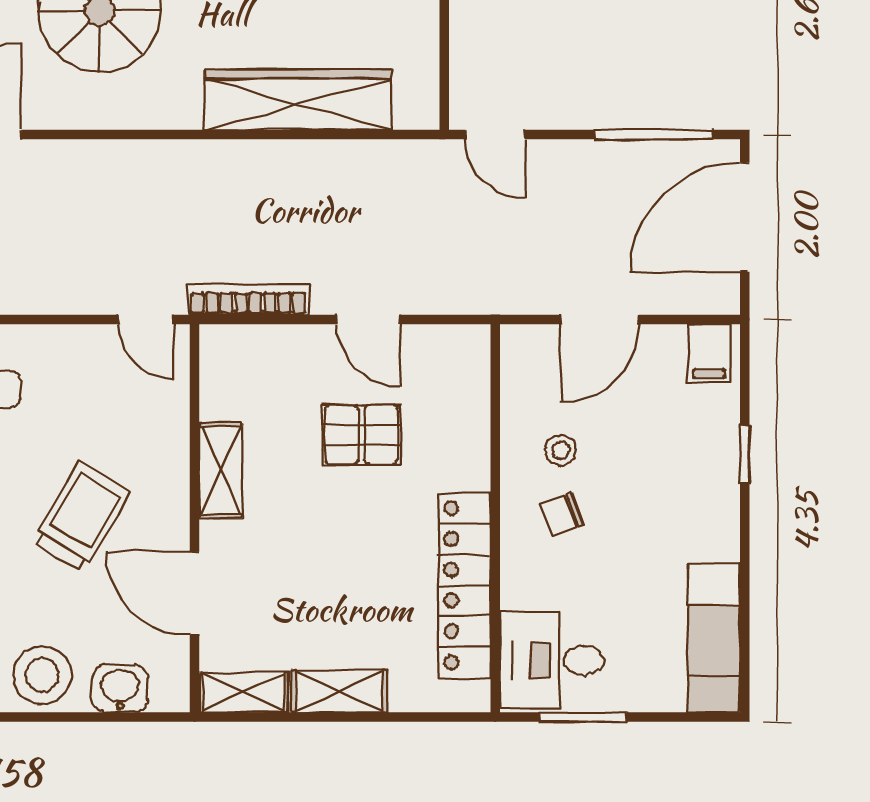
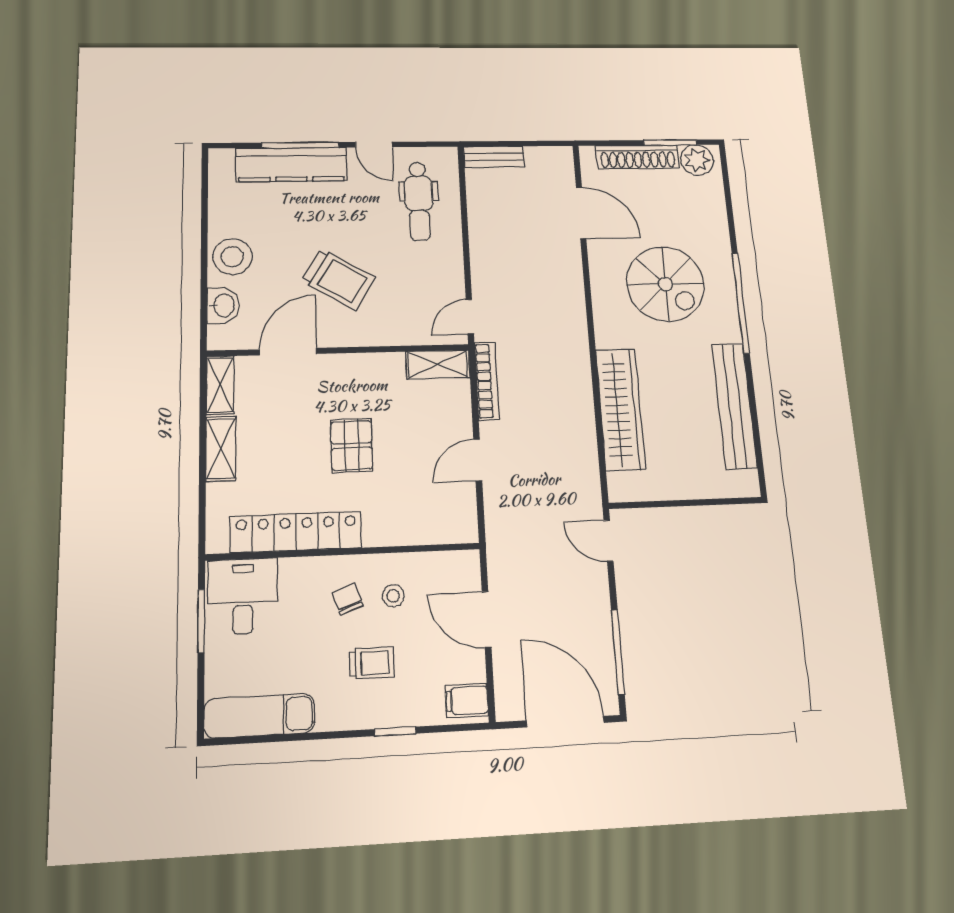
door: (495, 134) -> (609, 541), hinge flipped
pallet: (362, 435) -> (352, 445), moved
shelving: (221, 471) -> (438, 364), moved
trolley: (651, 483) -> (372, 663), added

